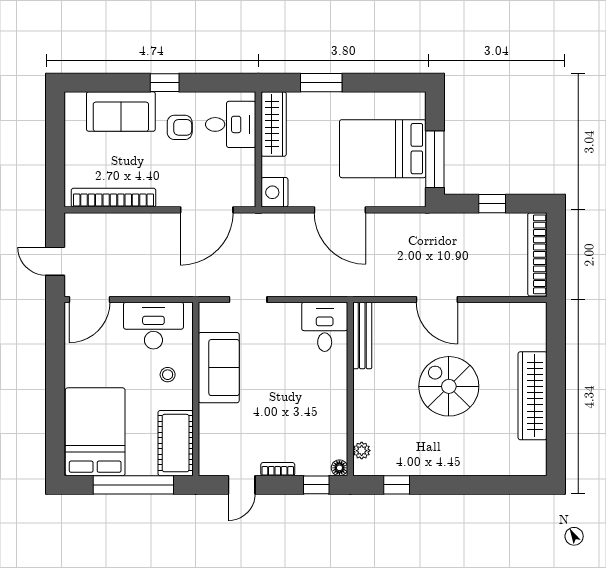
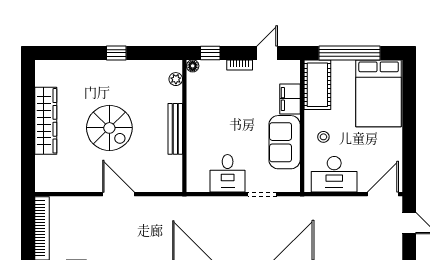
desk: (325, 327) -> (228, 173), moved
bench: (362, 336) -> (175, 129), moved
filing cabinet: (212, 424) -> (290, 99), added
window: (397, 485) -> (116, 53), moved

